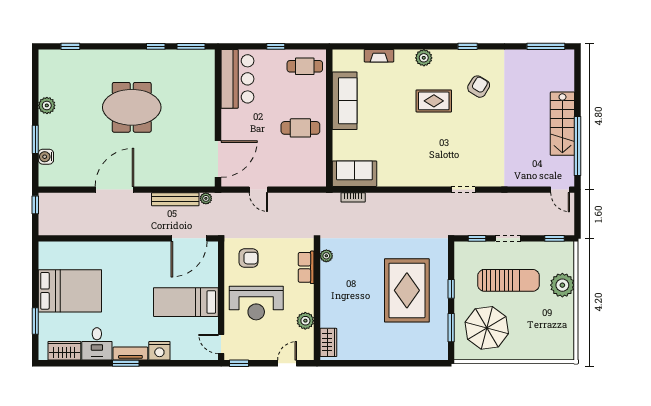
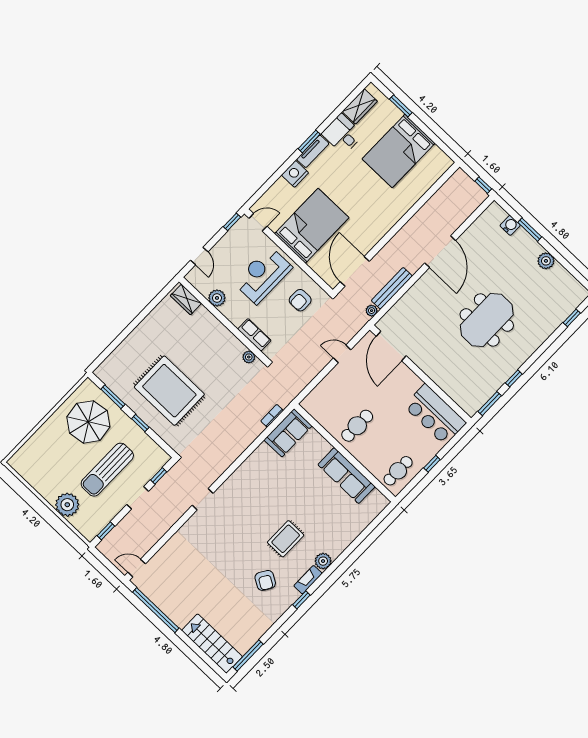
fireplace: (379, 56) -> (308, 580), moved
stairs: (562, 124) -> (212, 644), moved
bed: (186, 302) -> (312, 226), width x1.50

